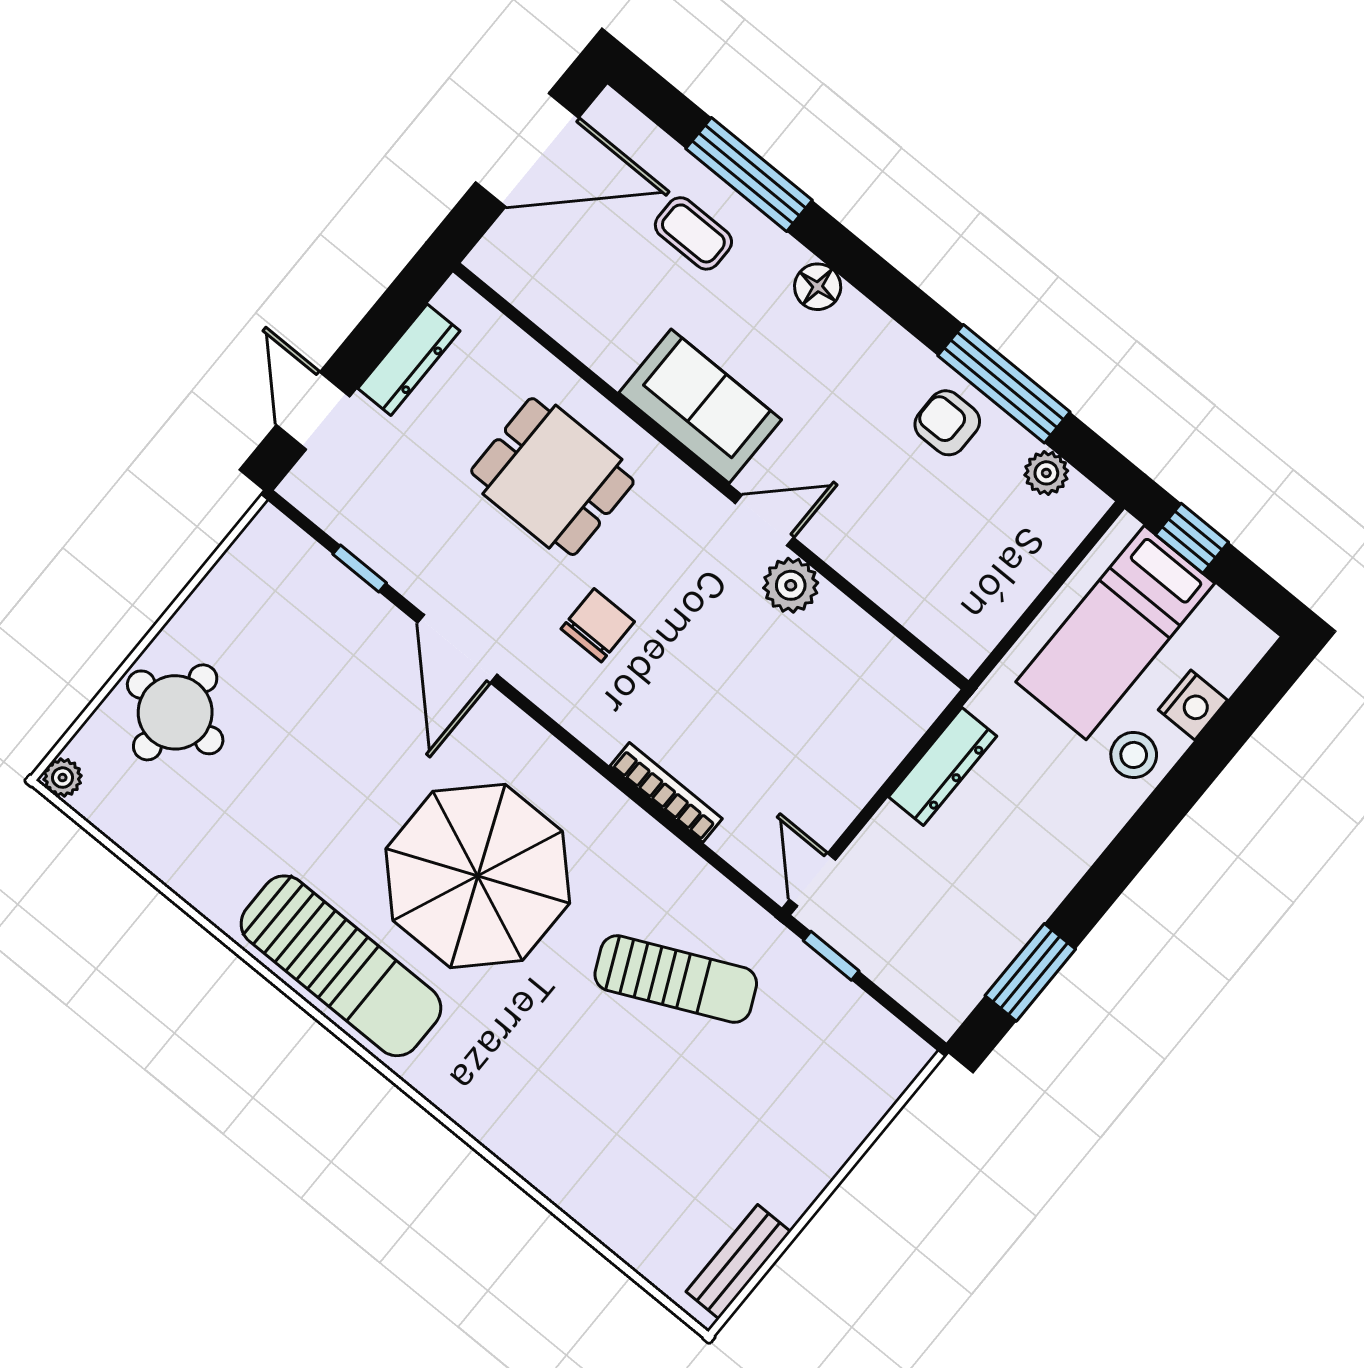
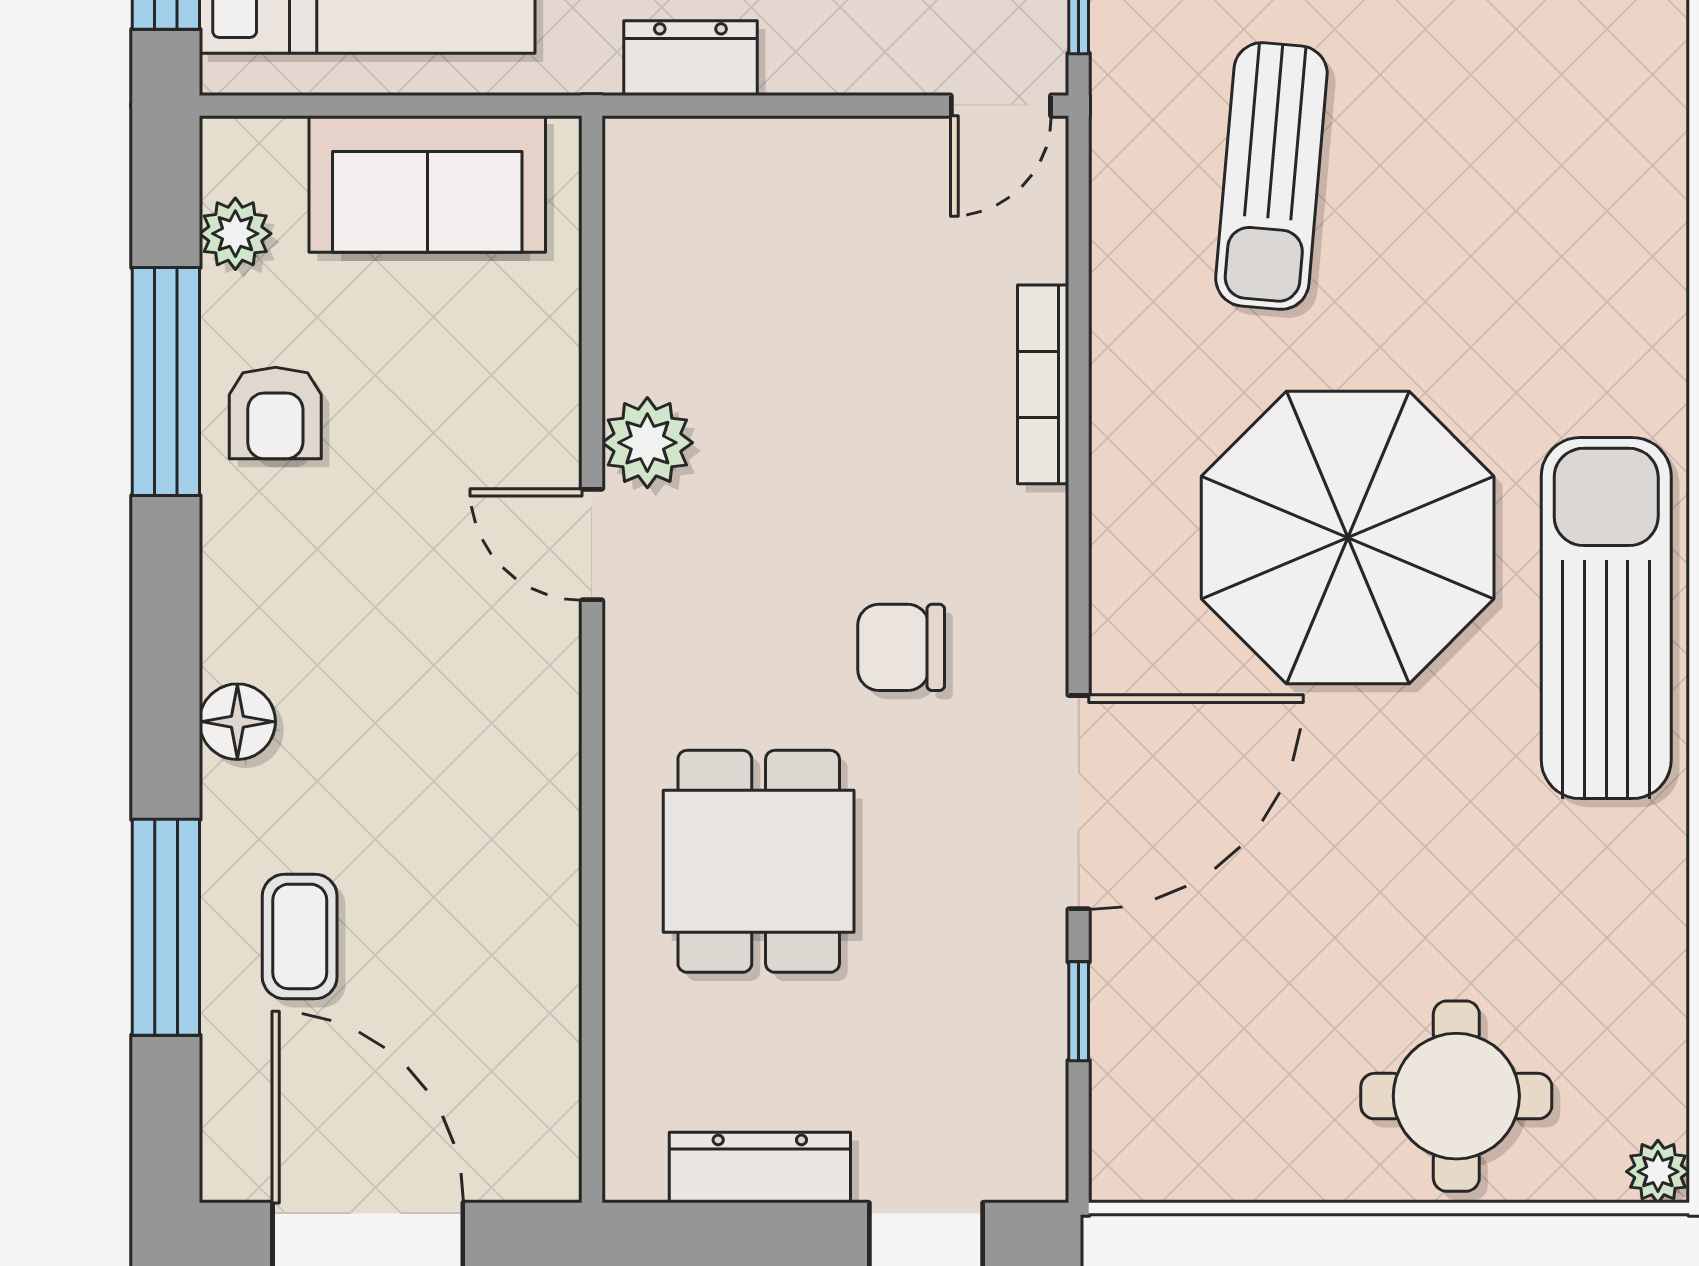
sofa: (700, 406) -> (427, 184), moved, turned -90
door: (457, 649) -> (1079, 802), width x1.36
dresser: (943, 766) -> (690, 58), width x0.70
sun lounger: (676, 979) -> (1271, 176), turned -150

